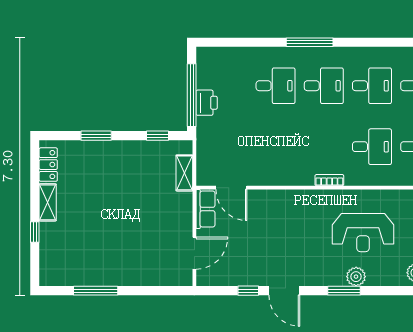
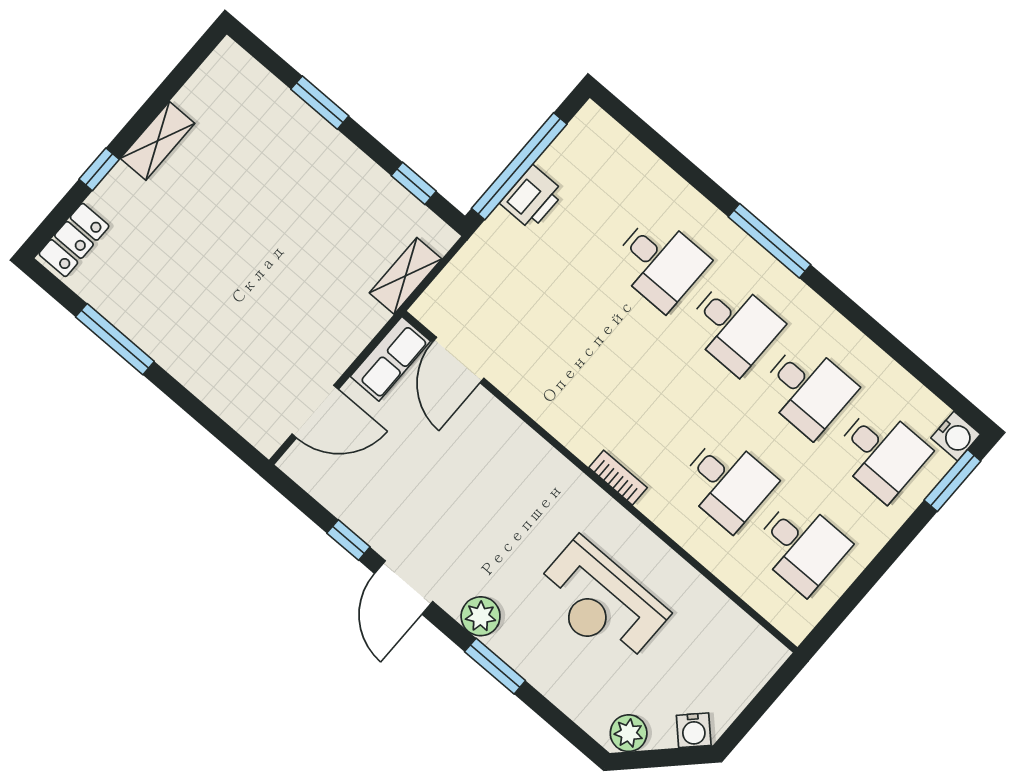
locker: (48, 165) -> (74, 240), moved
plant: (356, 277) -> (481, 616), moved

